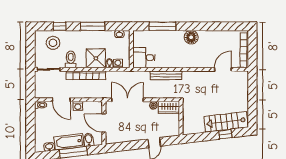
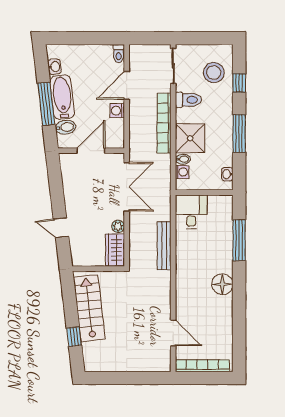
stairs: (226, 122) -> (89, 308), moved

